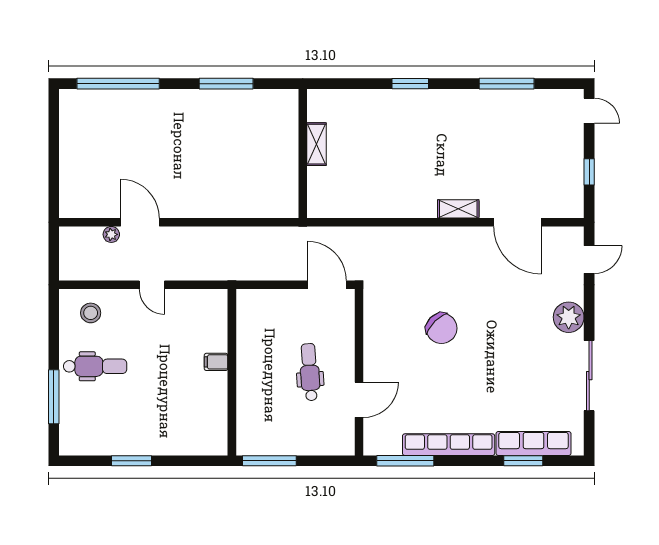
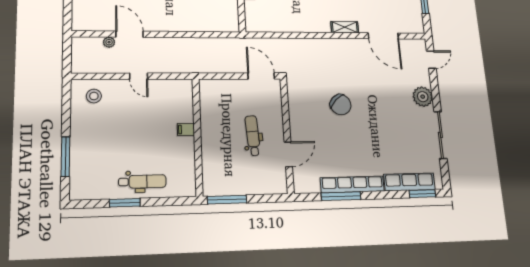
dental chair: (95, 366) -> (142, 182), moved
window: (405, 461) -> (341, 196), moved
window: (523, 461) -> (422, 194), moved

